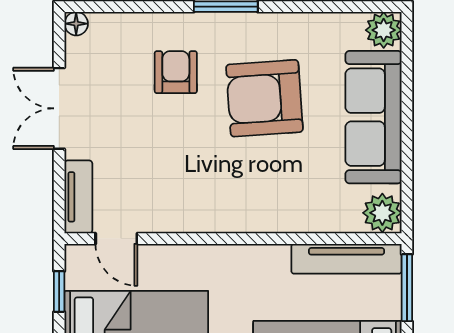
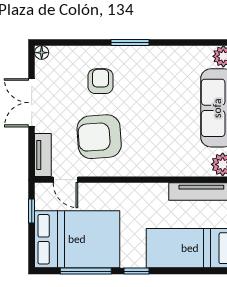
armchair: (264, 98) -> (99, 137), moved

